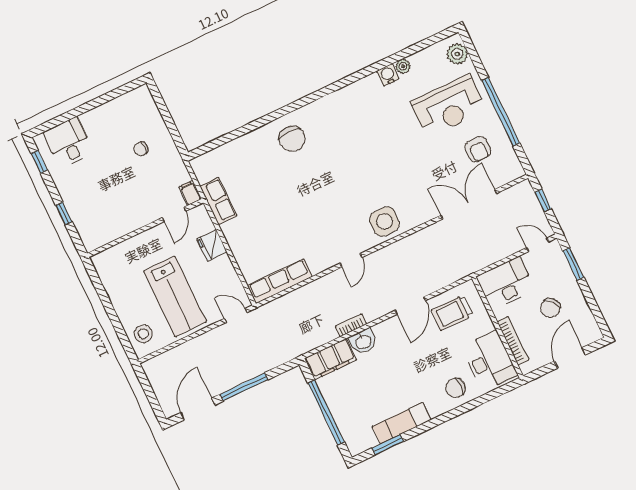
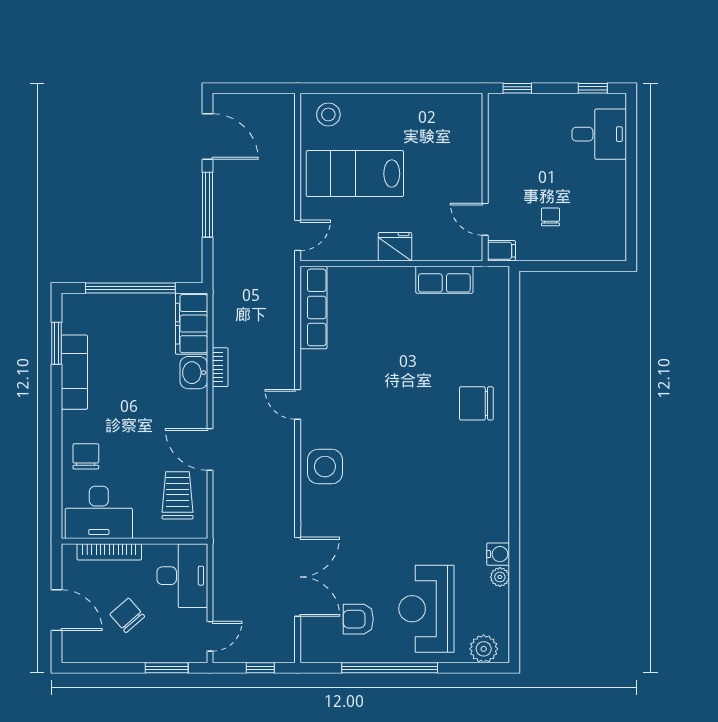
filing cabinet: (190, 193) -> (501, 251), moved
door: (174, 214) -> (485, 219), moved
wall: (145, 228) -> (485, 177), moved

